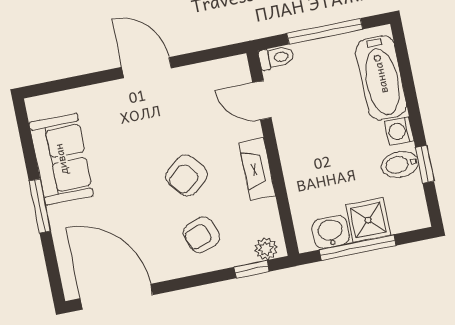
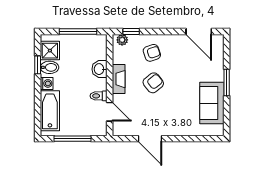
toilet: (276, 58) -> (98, 96), moved
door: (146, 68) -> (150, 139), moved
shower: (368, 220) -> (50, 51), moved
washbasin: (331, 232) -> (99, 69), moved, turned 90
door: (117, 297) -> (199, 31), width x0.73

